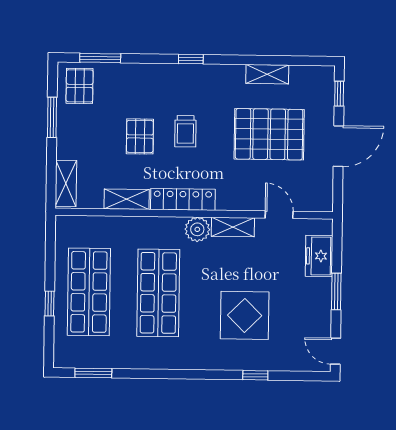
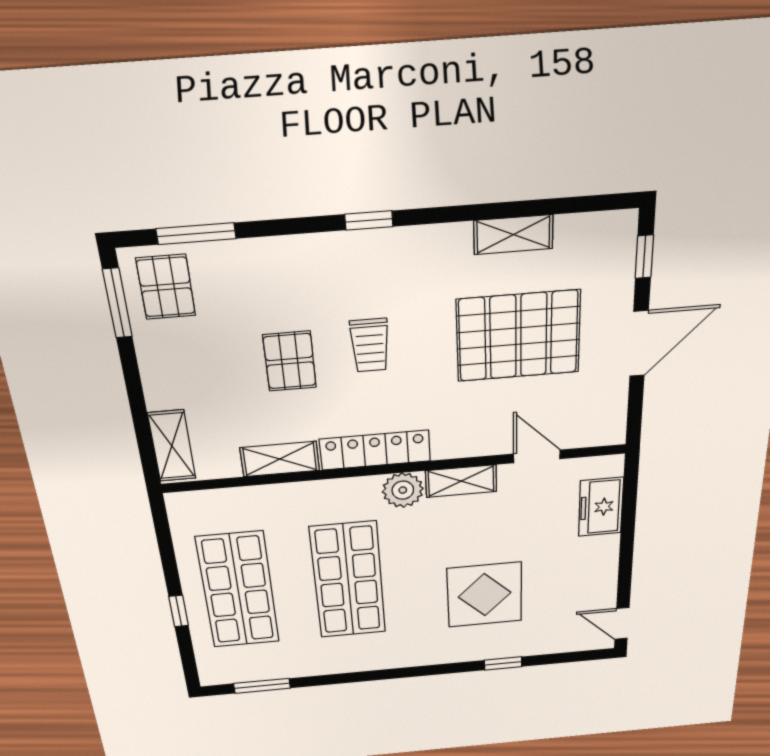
window: (52, 117) -> (117, 303), moved
window: (336, 291) -> (626, 550), removed

